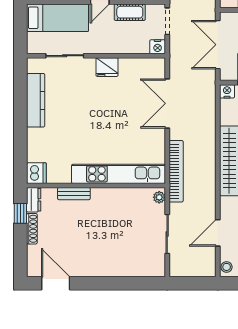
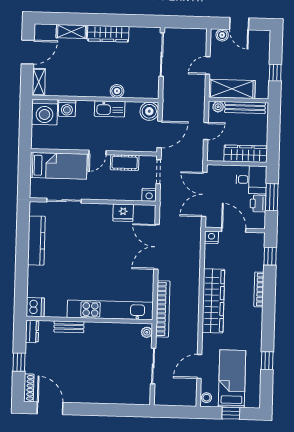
fridge: (107, 67) -> (123, 213), moved
window: (20, 213) -> (19, 362), moved
shoe rack: (32, 229) -> (29, 388), moved

